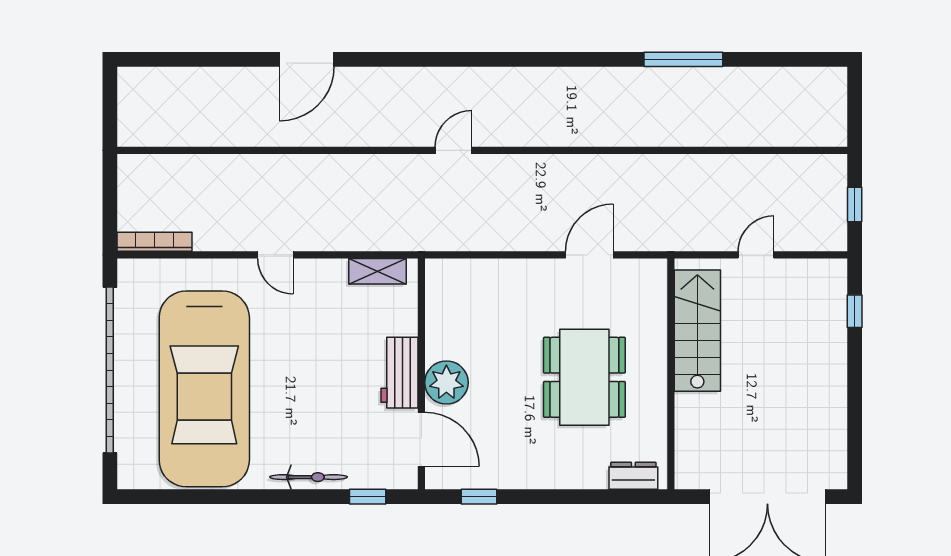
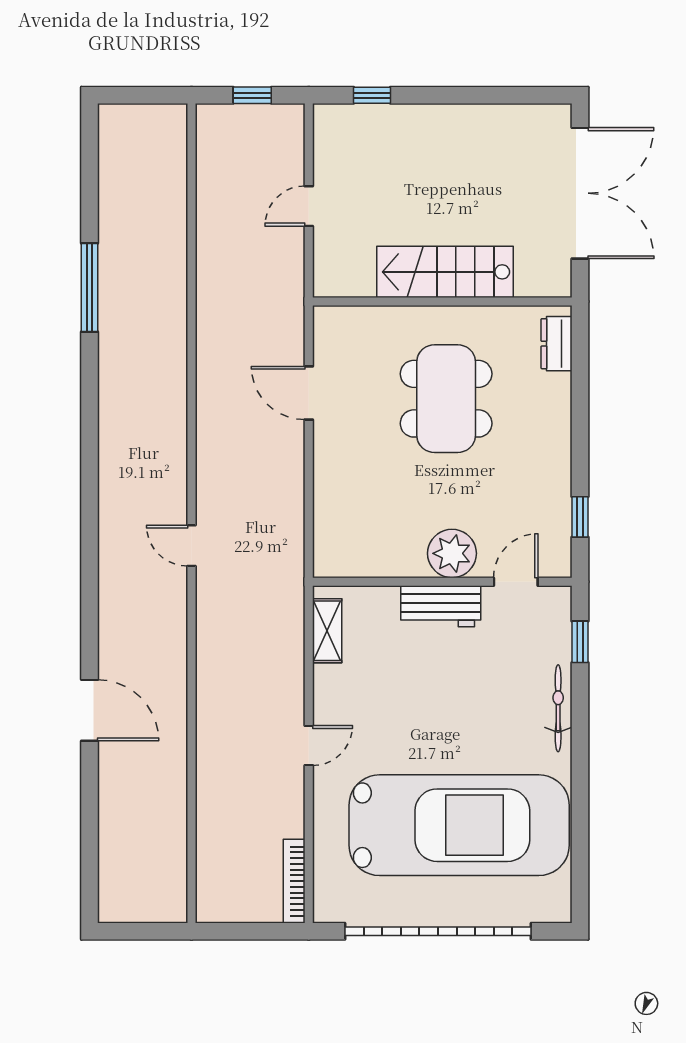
door: (756, 255) -> (309, 206), hinge flipped
stairs: (697, 331) -> (445, 272), moved
dining table: (584, 377) -> (446, 399), turned 90
door: (421, 439) -> (516, 582), width x0.73

